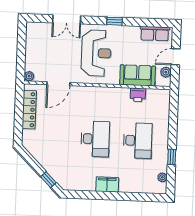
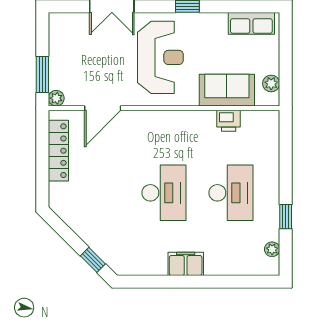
door: (176, 57) -> (286, 59), removed
window: (21, 61) -> (42, 74), added

